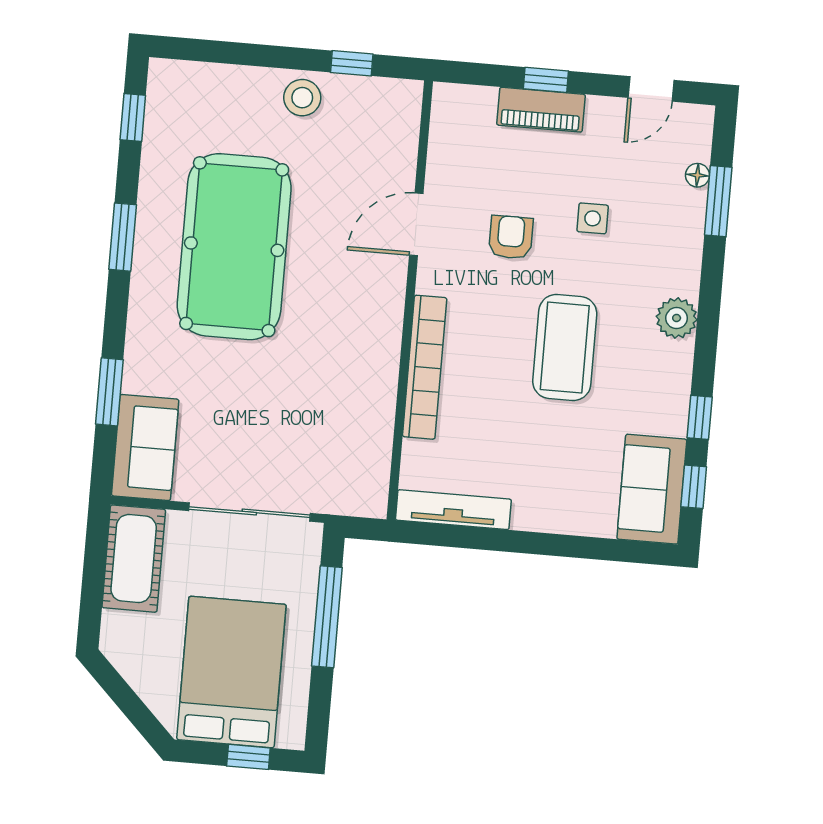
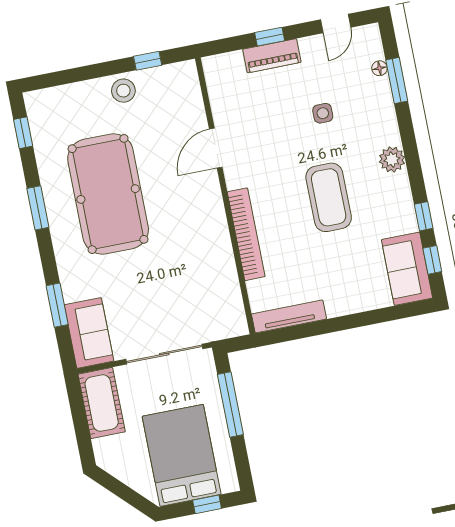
armchair: (511, 237) -> (276, 139), removed

